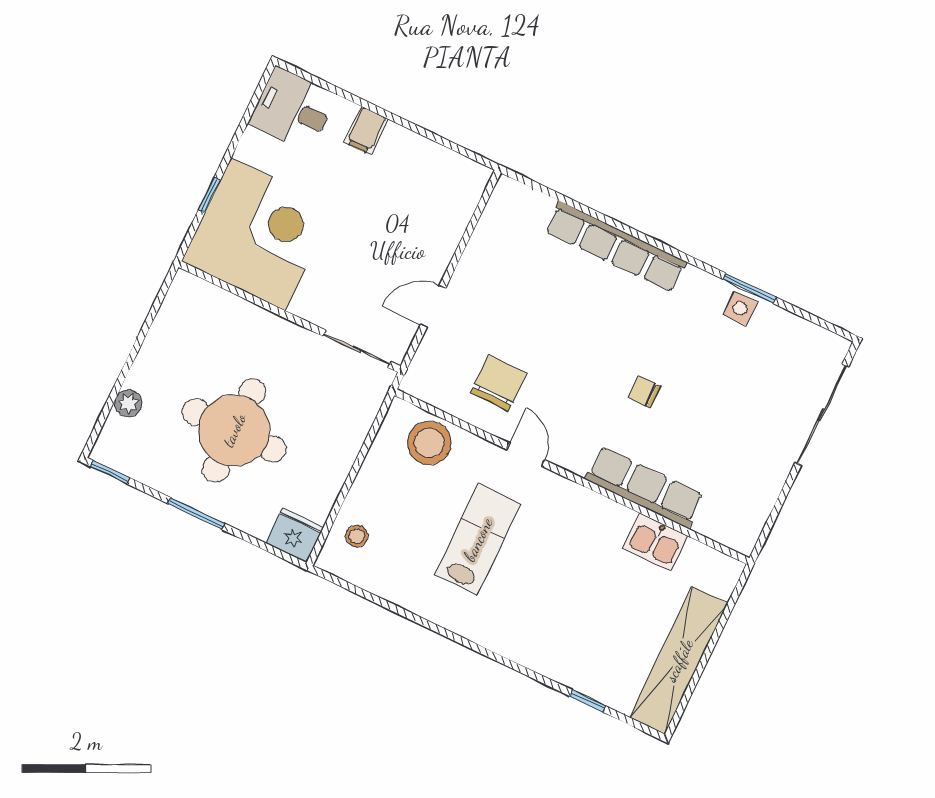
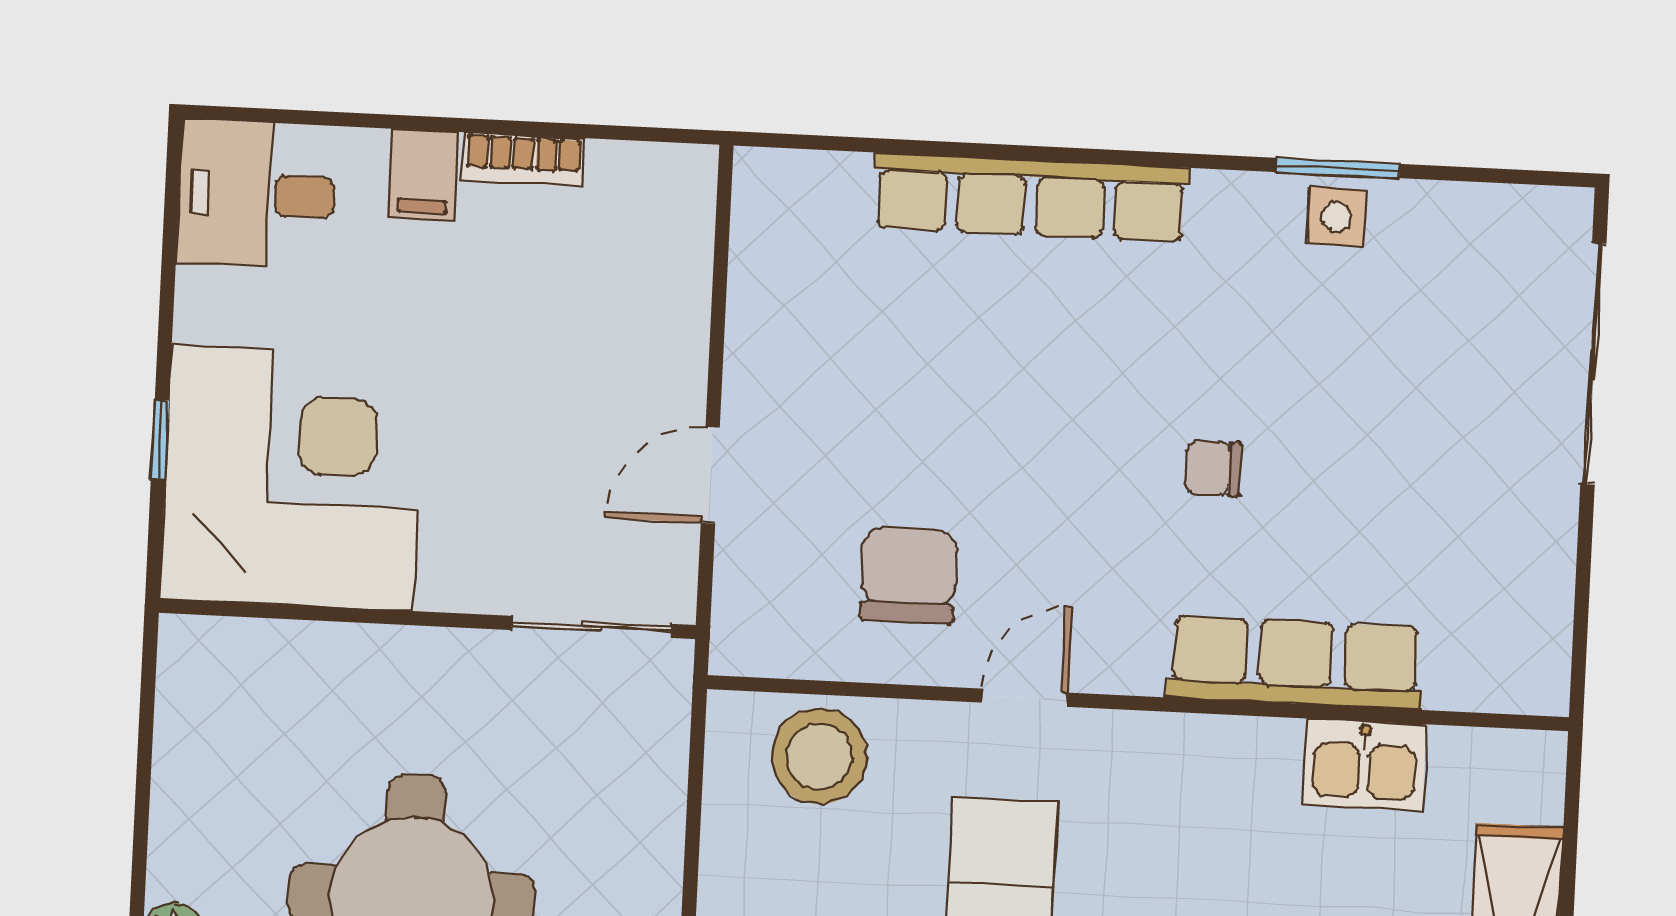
bookcase: (410, 141) -> (523, 159), added
door: (526, 455) -> (1025, 698), hinge flipped

